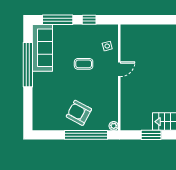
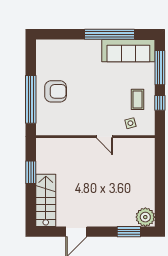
coffee table: (84, 64) -> (137, 99), moved
armchair: (79, 113) -> (56, 91), turned 62
plant: (114, 126) -> (41, 130), removed

